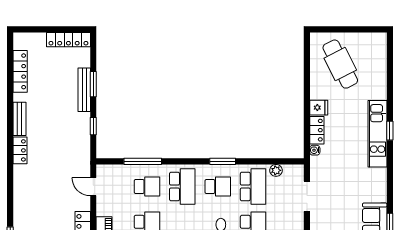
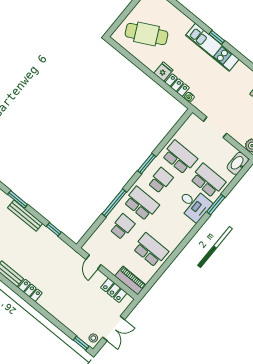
window: (93, 84) -> (18, 199), moved
window: (143, 161) -> (114, 203), moved
plant: (276, 170) -> (181, 134), removed
door: (93, 187) -> (93, 262), hinge flipped

